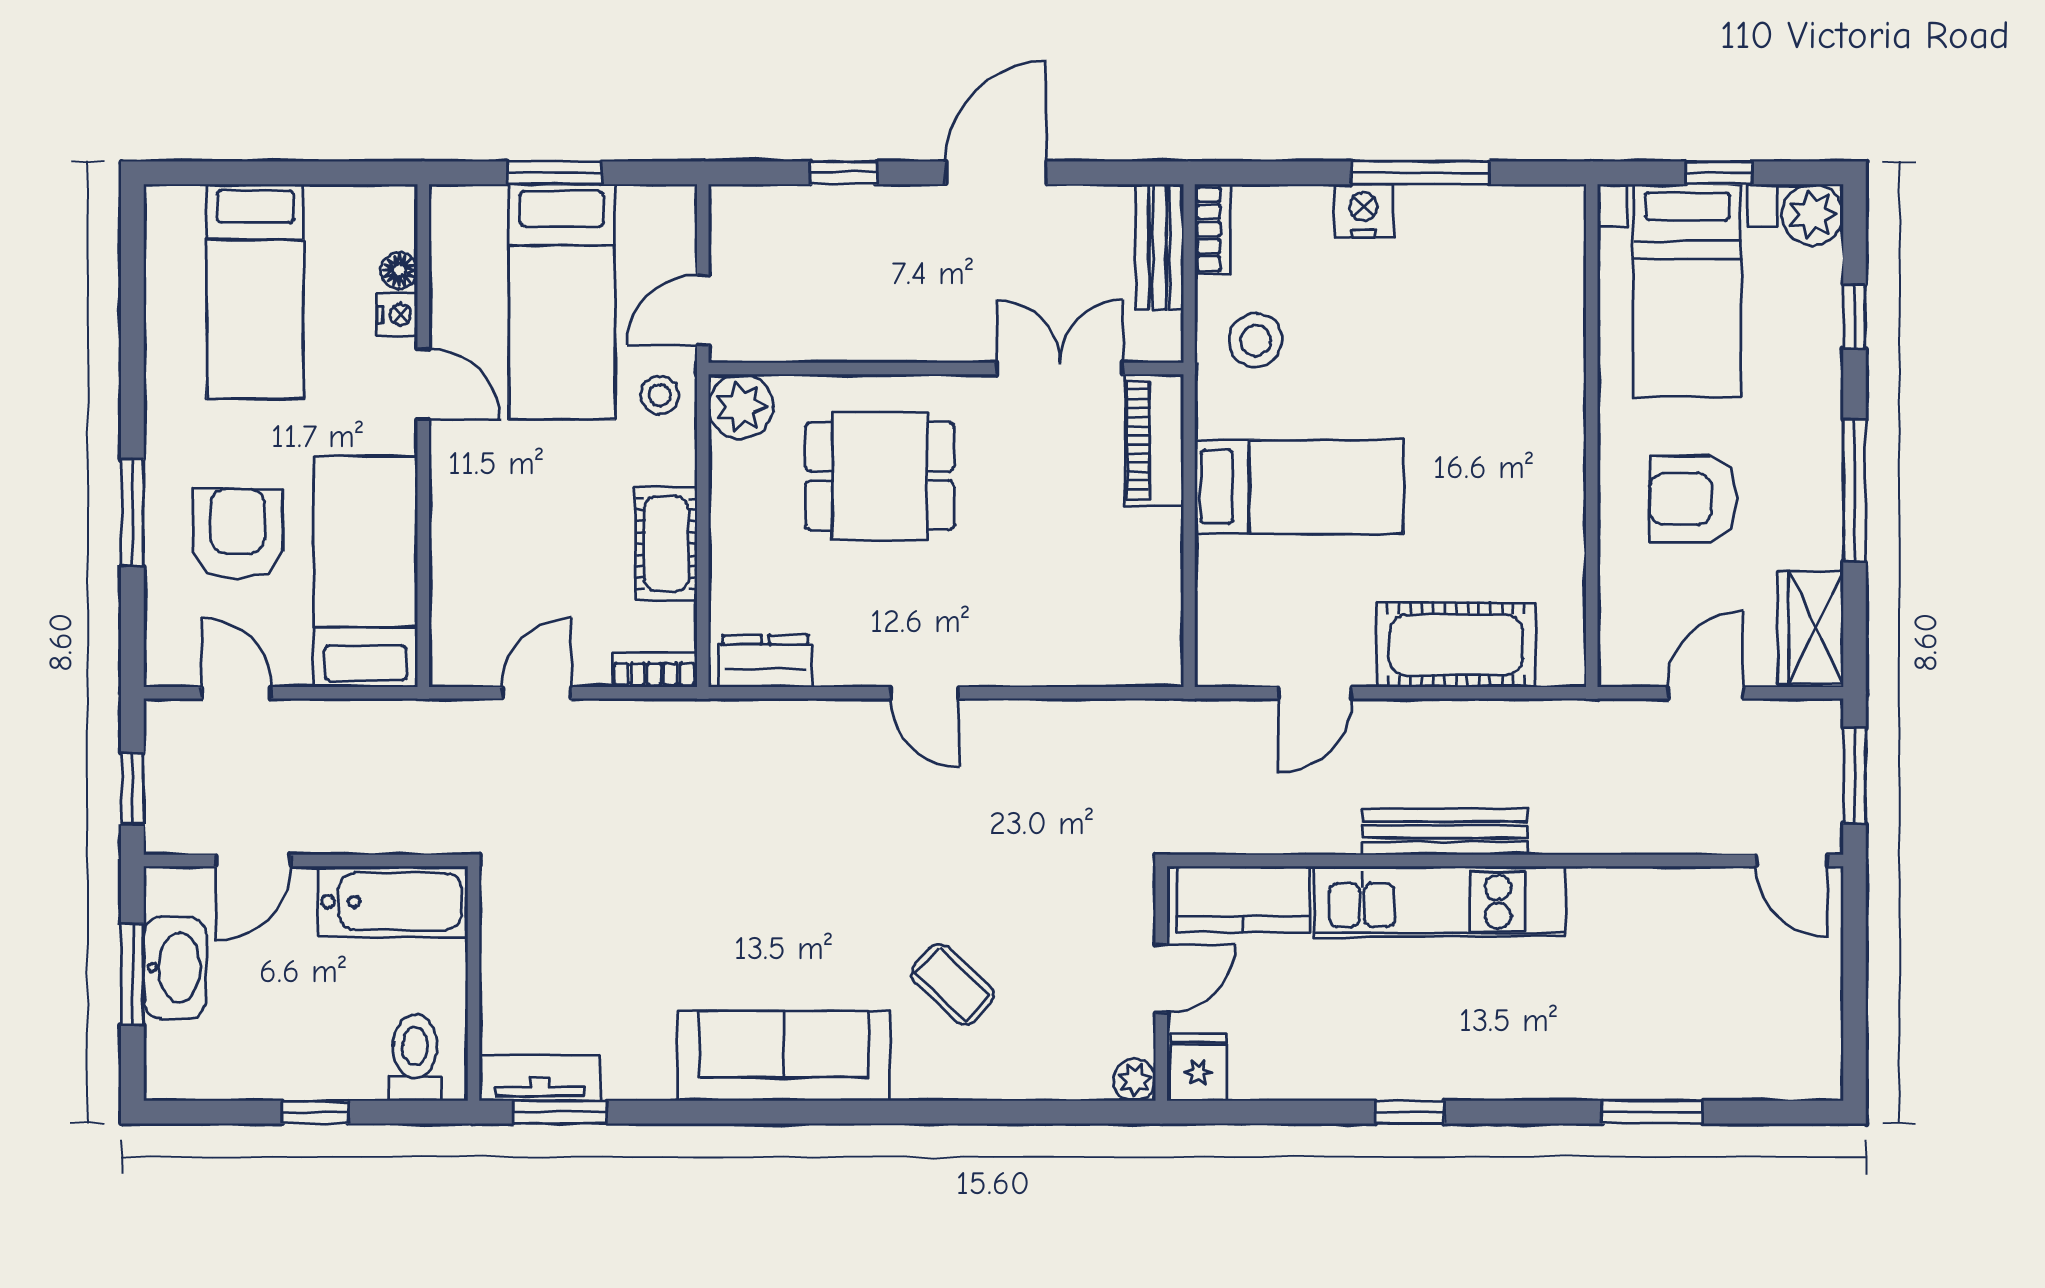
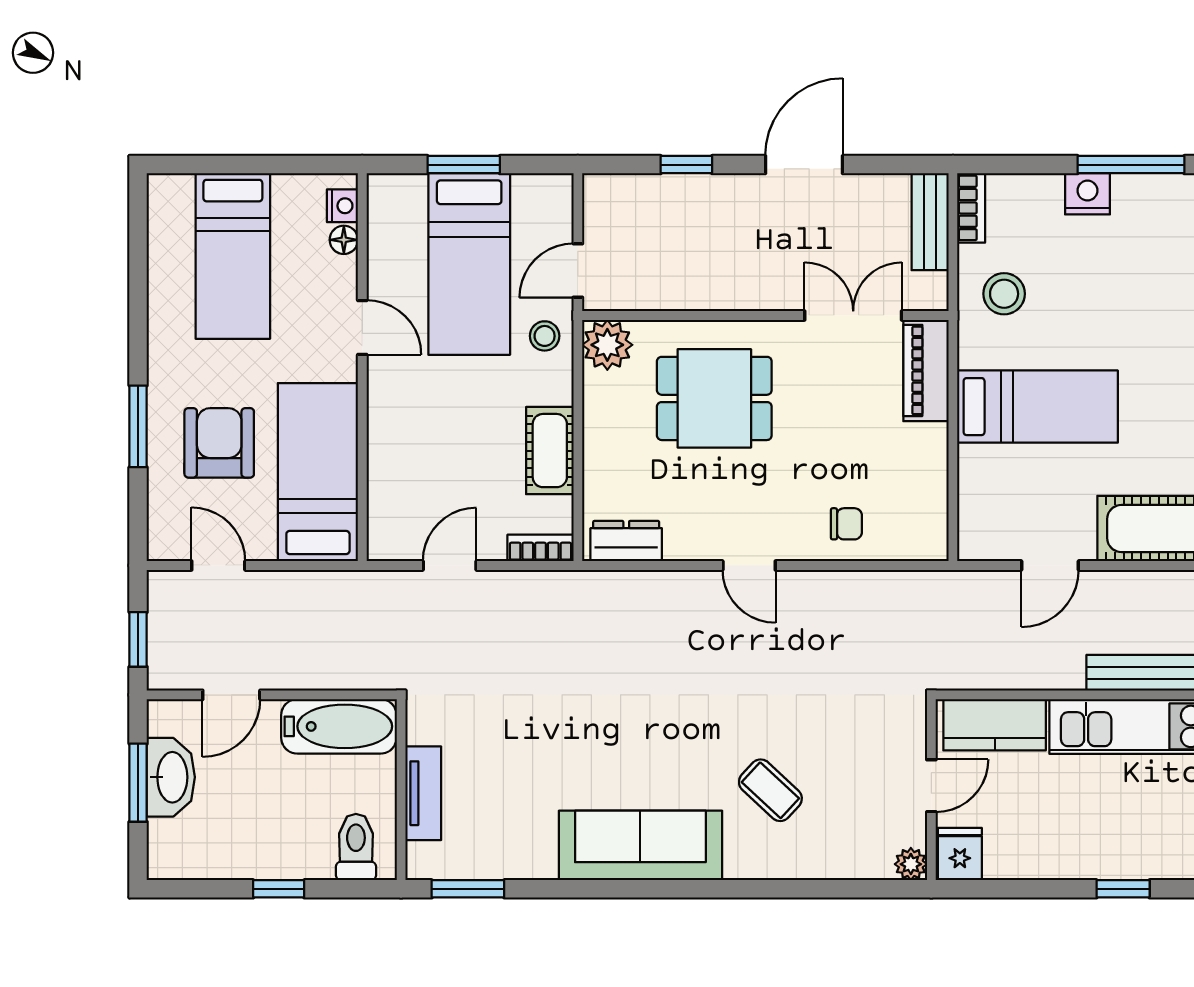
nightstand: (397, 315) -> (342, 206), moved
chair: (1051, 639) -> (846, 524), added
tv unit: (540, 1078) -> (423, 793), moved, turned 90

